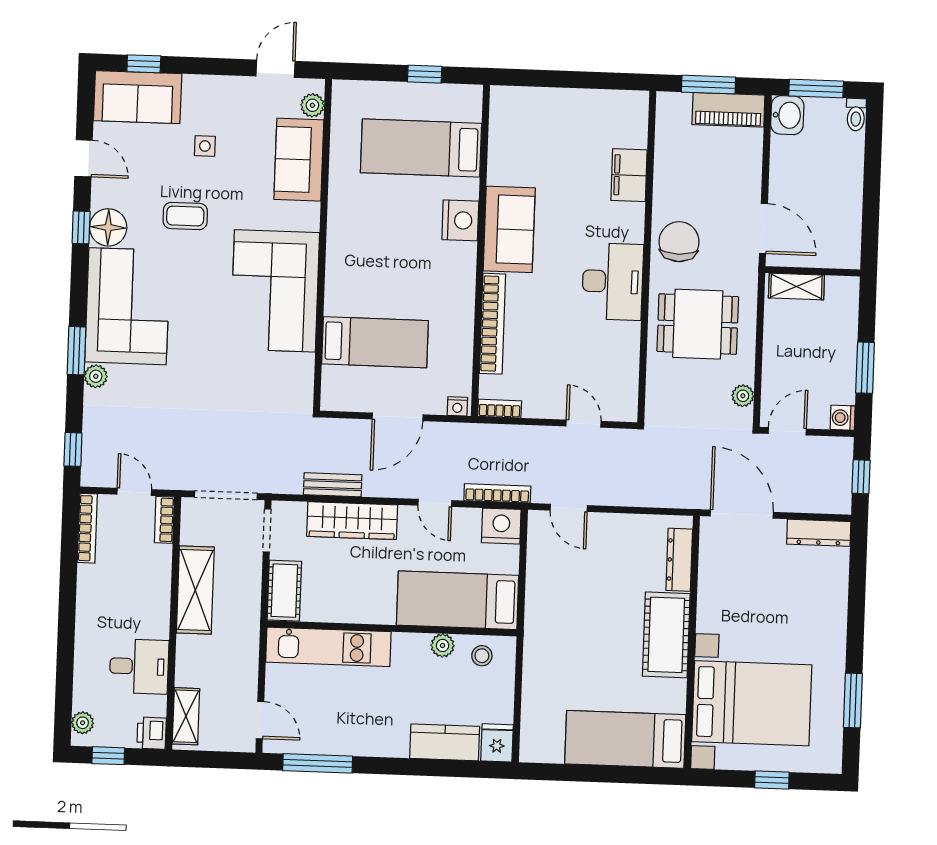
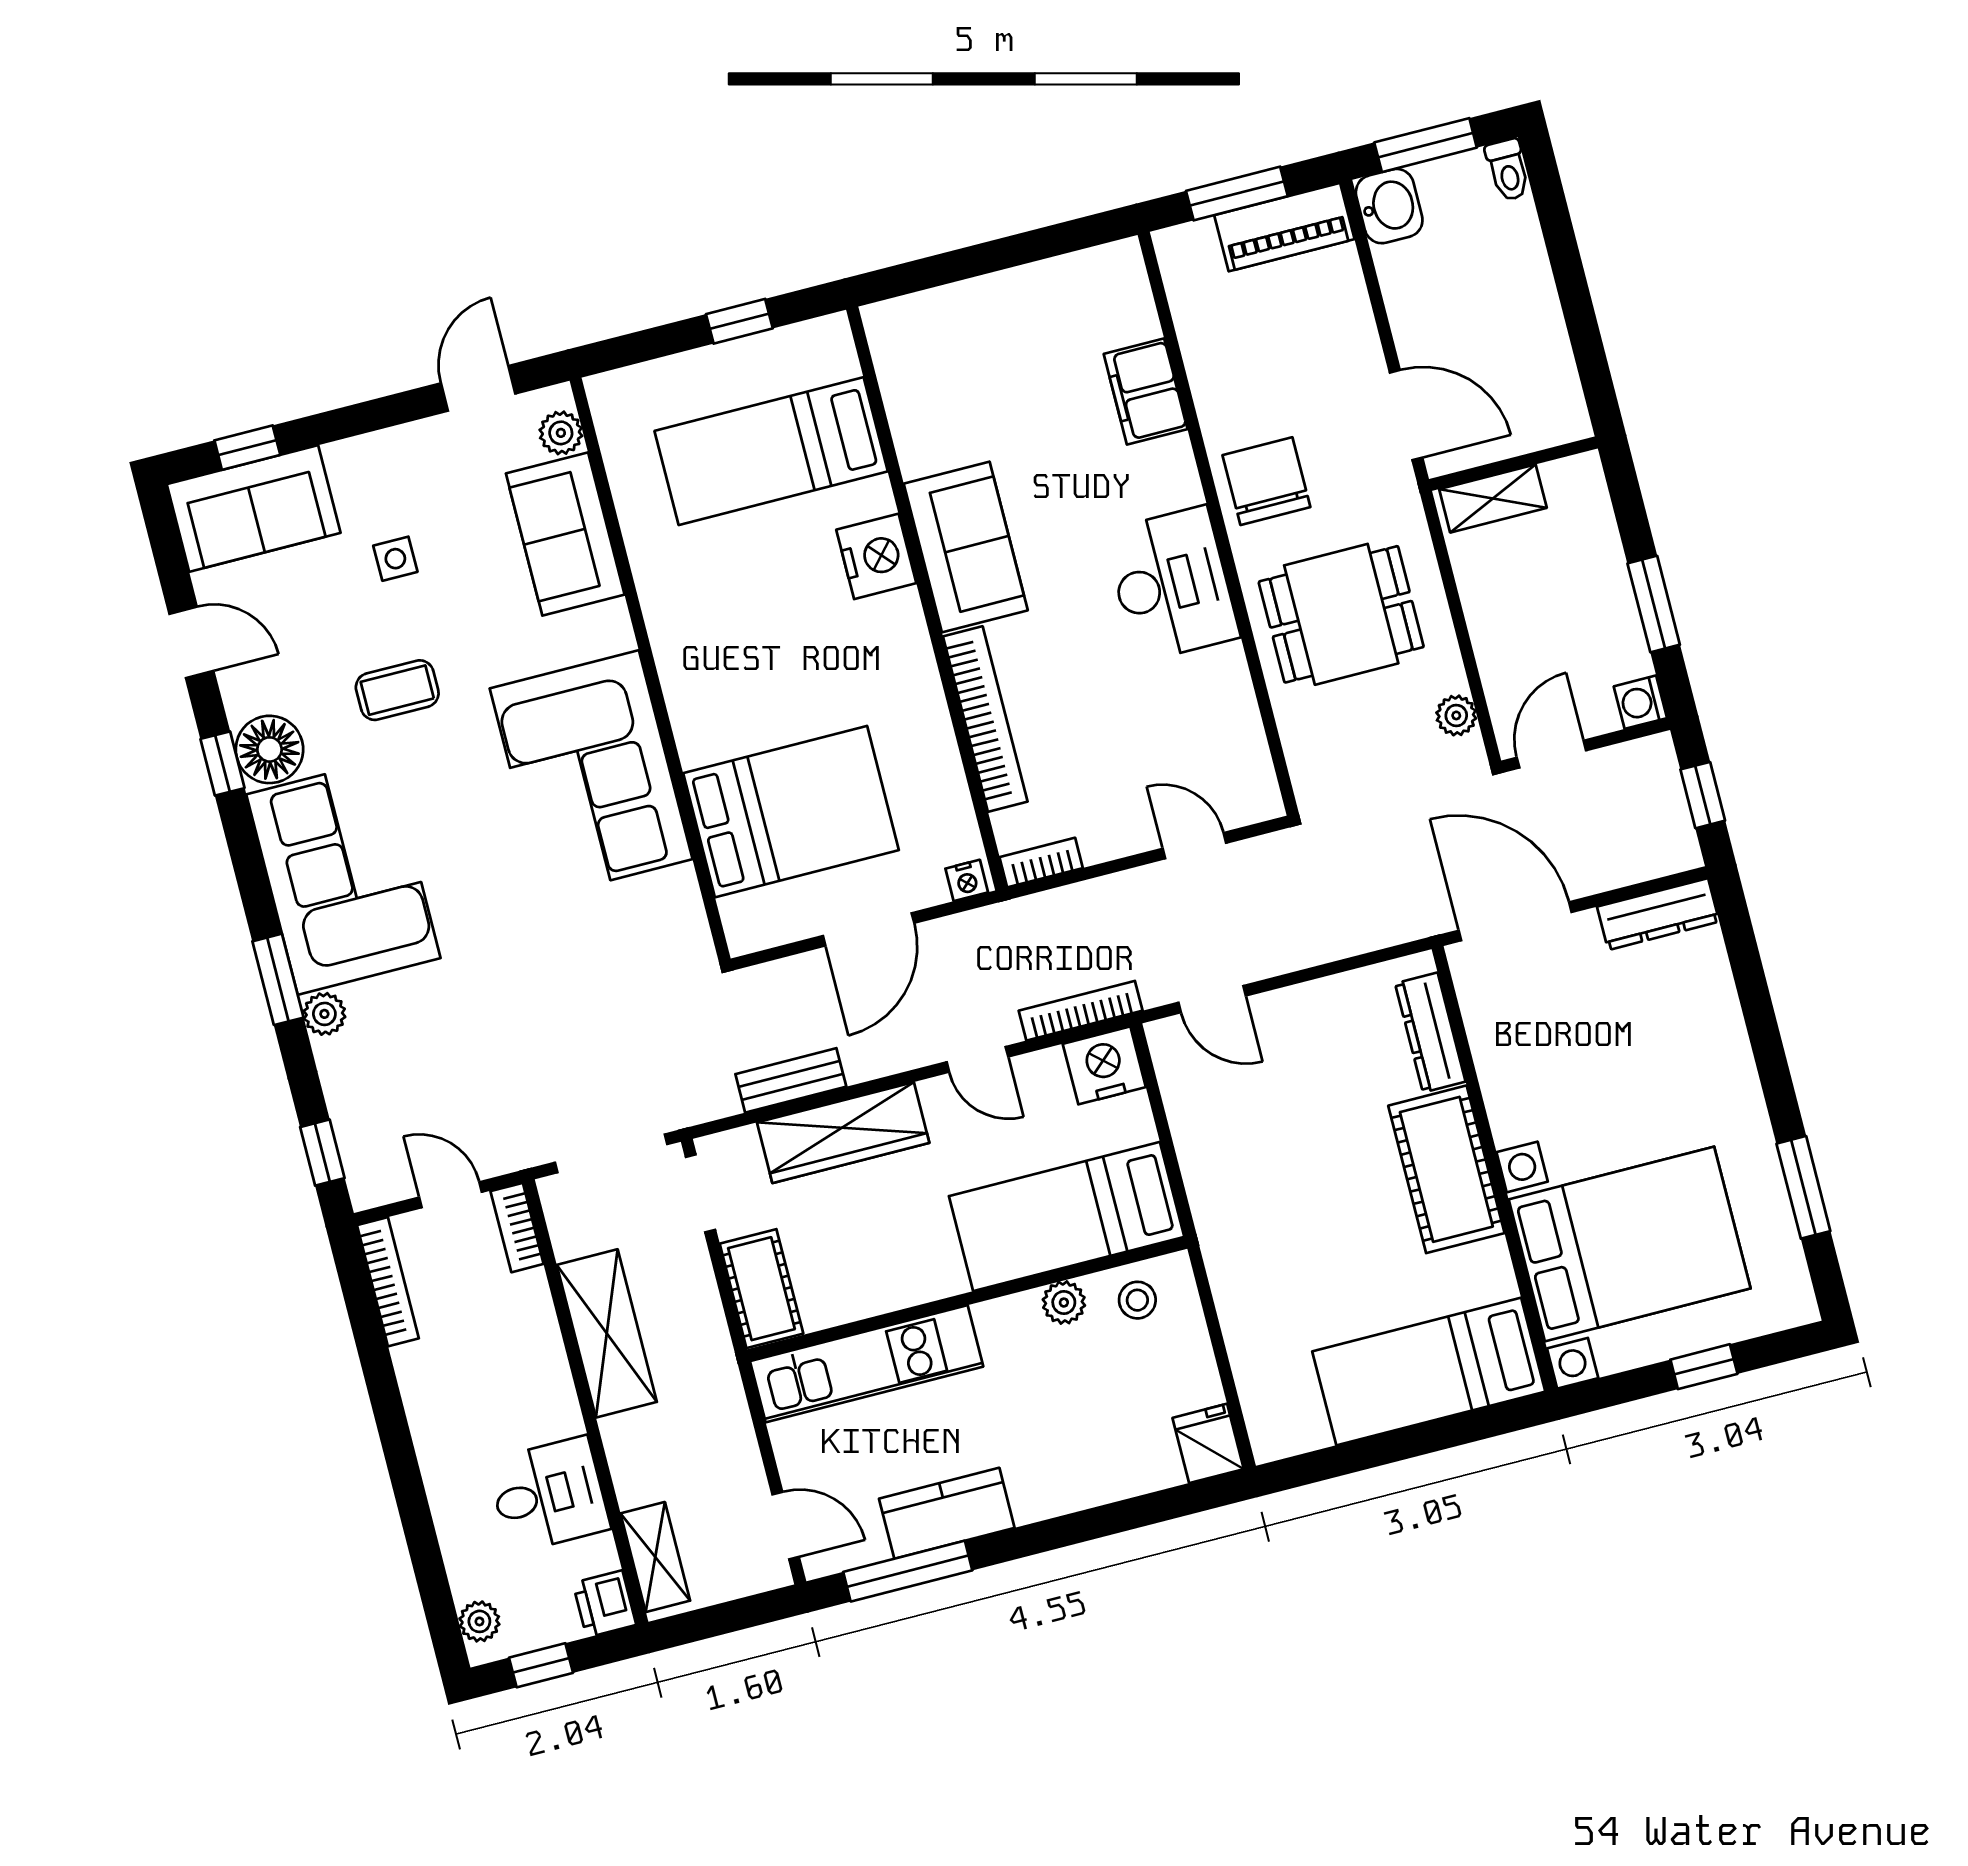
bed: (375, 342) -> (791, 812), width x1.50
kitchen counter: (445, 742) -> (947, 1513), moved

